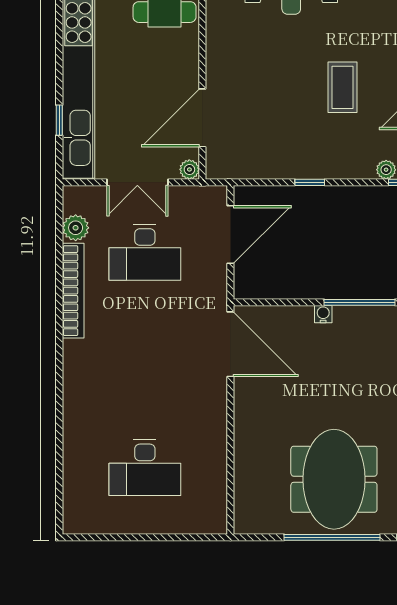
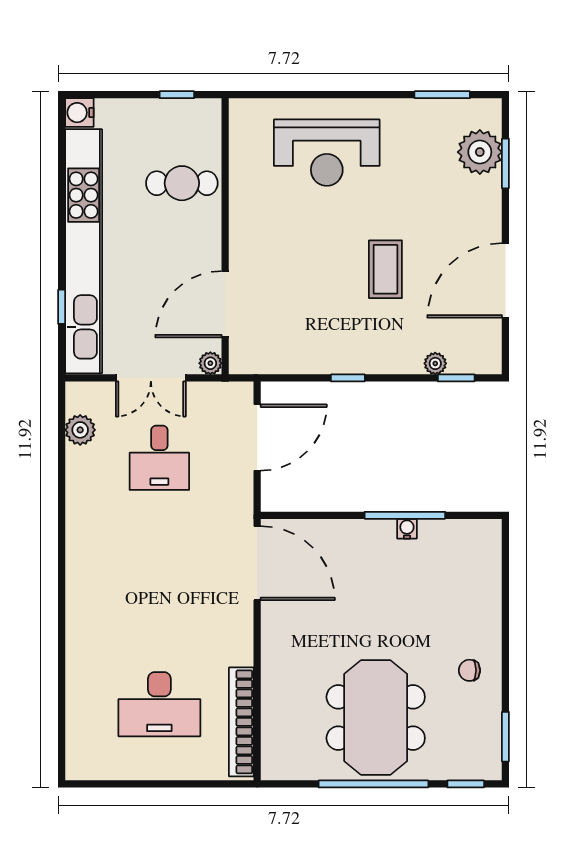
desk: (145, 252) -> (159, 458), width x0.73
bookcase: (73, 291) -> (241, 722), moved, turned 180
water cooler: (323, 314) -> (407, 529), moved

